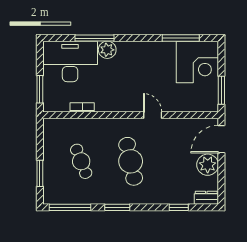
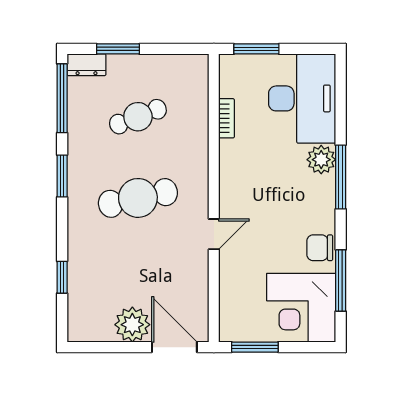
window: (94, 38) -> (341, 177), moved
chair: (161, 51) -> (320, 248), added
dresser: (206, 198) -> (86, 65), moved, turned 90

